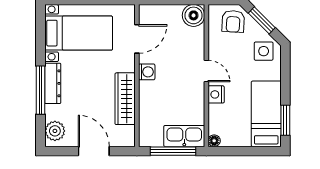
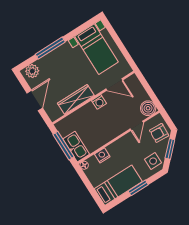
door: (206, 71) -> (137, 126), moved
dresser: (53, 83) -> (59, 53), removed
nightstand: (216, 94) -> (102, 155), moved
window: (285, 120) -> (138, 188), moved

